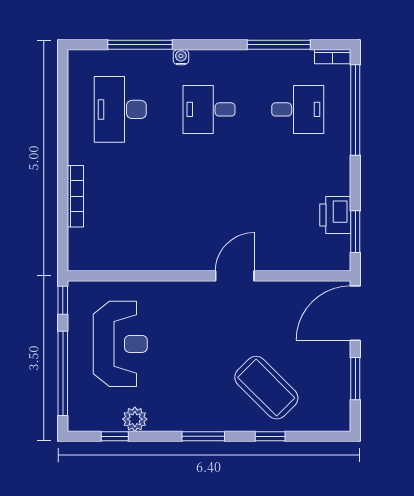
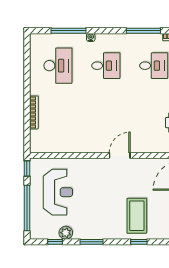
desk: (120, 109) -> (58, 66), turned 180
desk: (209, 109) -> (106, 66), turned 180
coffee table: (266, 388) -> (137, 216), turned 45
window: (203, 436) -> (92, 242), moved

